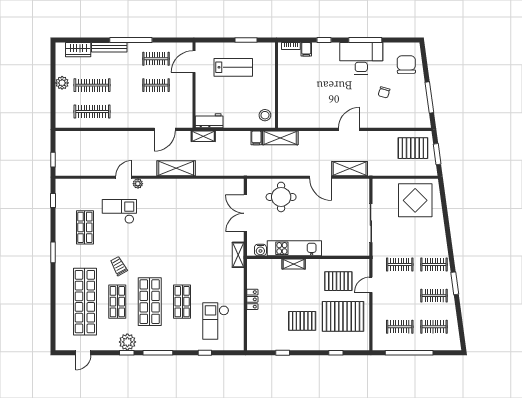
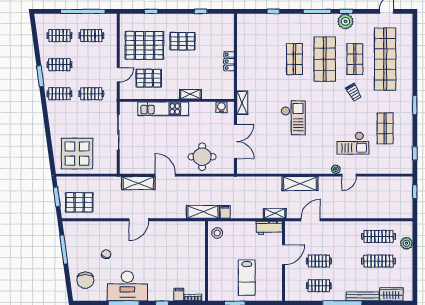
door: (194, 62) -> (283, 255), moved
lab bench: (233, 67) -> (247, 278), turned -90
plant: (62, 83) -> (406, 243), moved
kitchen unit: (294, 248) -> (163, 109), moved
checkout: (216, 321) -> (293, 118), moved

